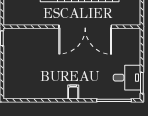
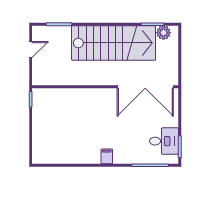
double door: (85, 27) -> (145, 87), moved

